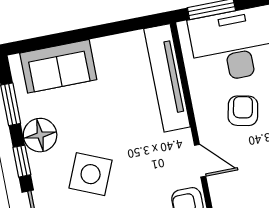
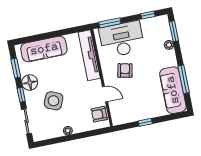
sofa: (58, 66) -> (44, 49), width x1.36

